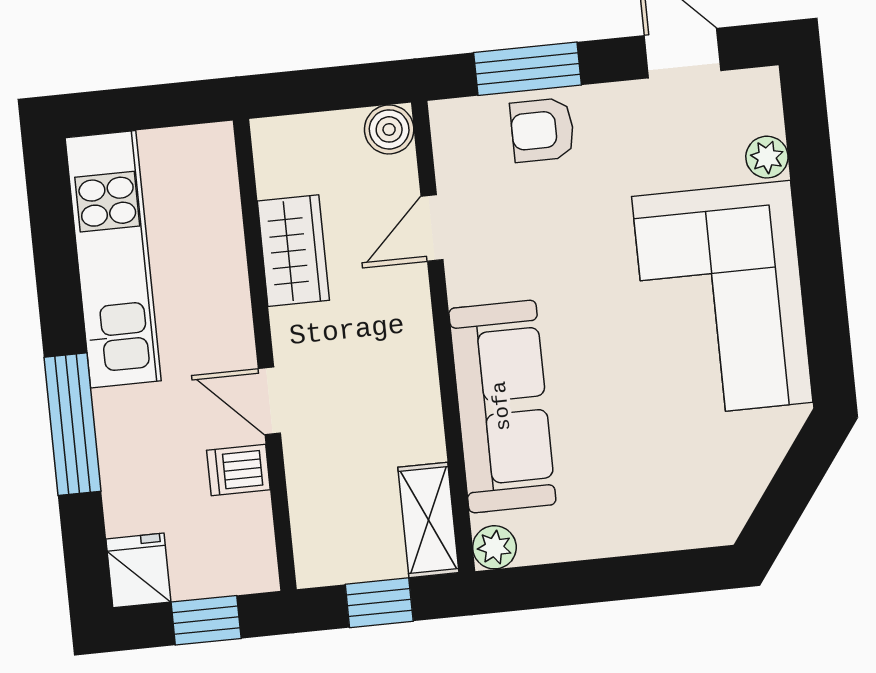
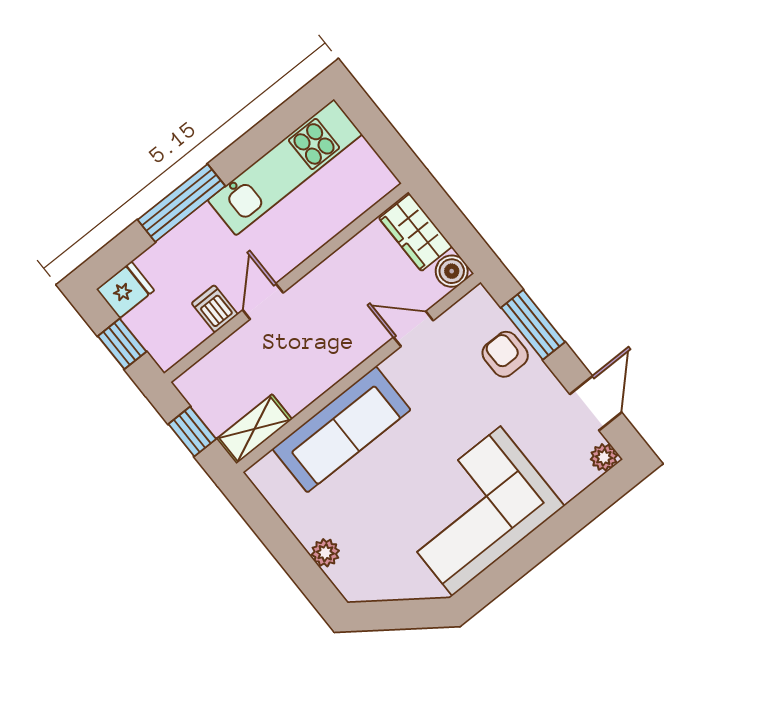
plant: (767, 157) -> (604, 457), moved
wardrobe: (293, 251) -> (416, 232), moved, turned 90
plant: (494, 547) -> (325, 553), moved

